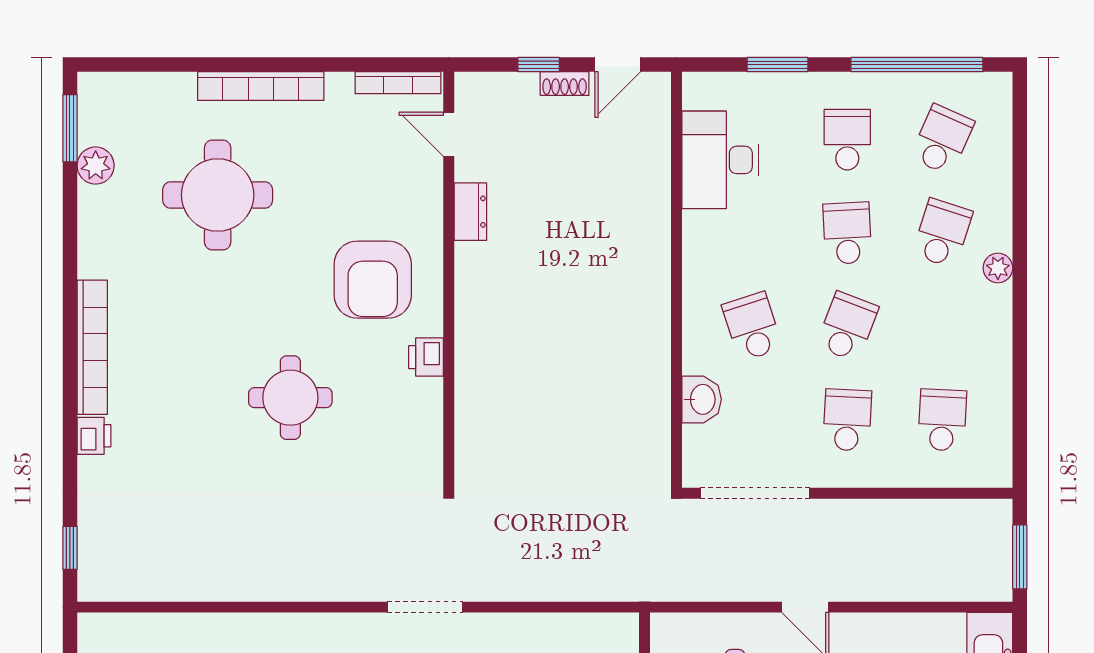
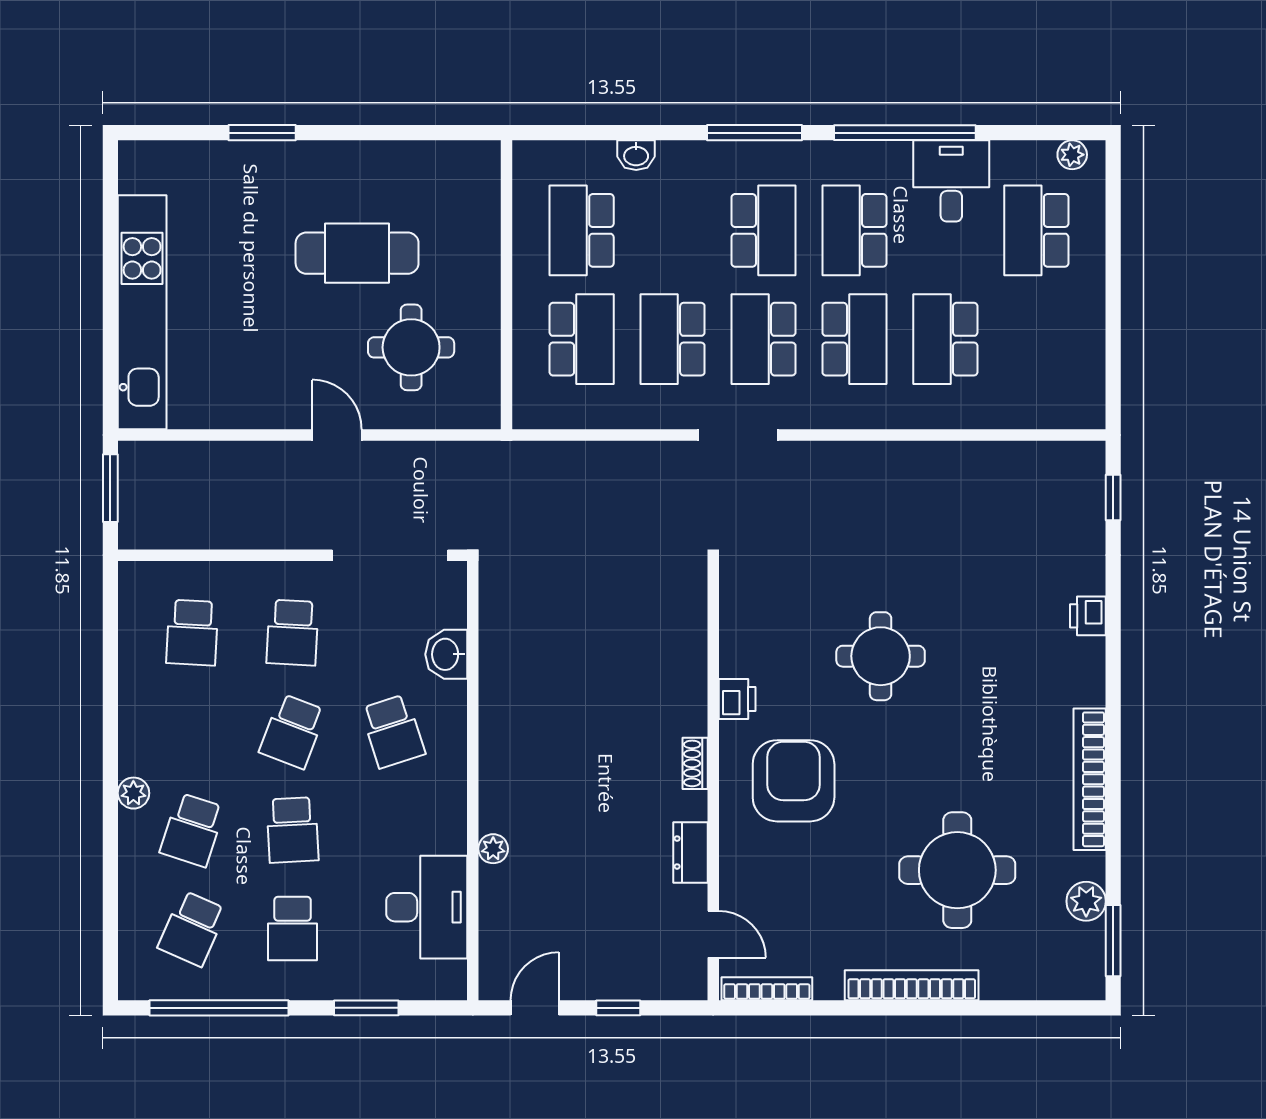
shoe rack: (565, 84) -> (695, 763), moved, turned -90
plant: (657, 215) -> (493, 849), added
bookcase: (92, 347) -> (1090, 779), moved

